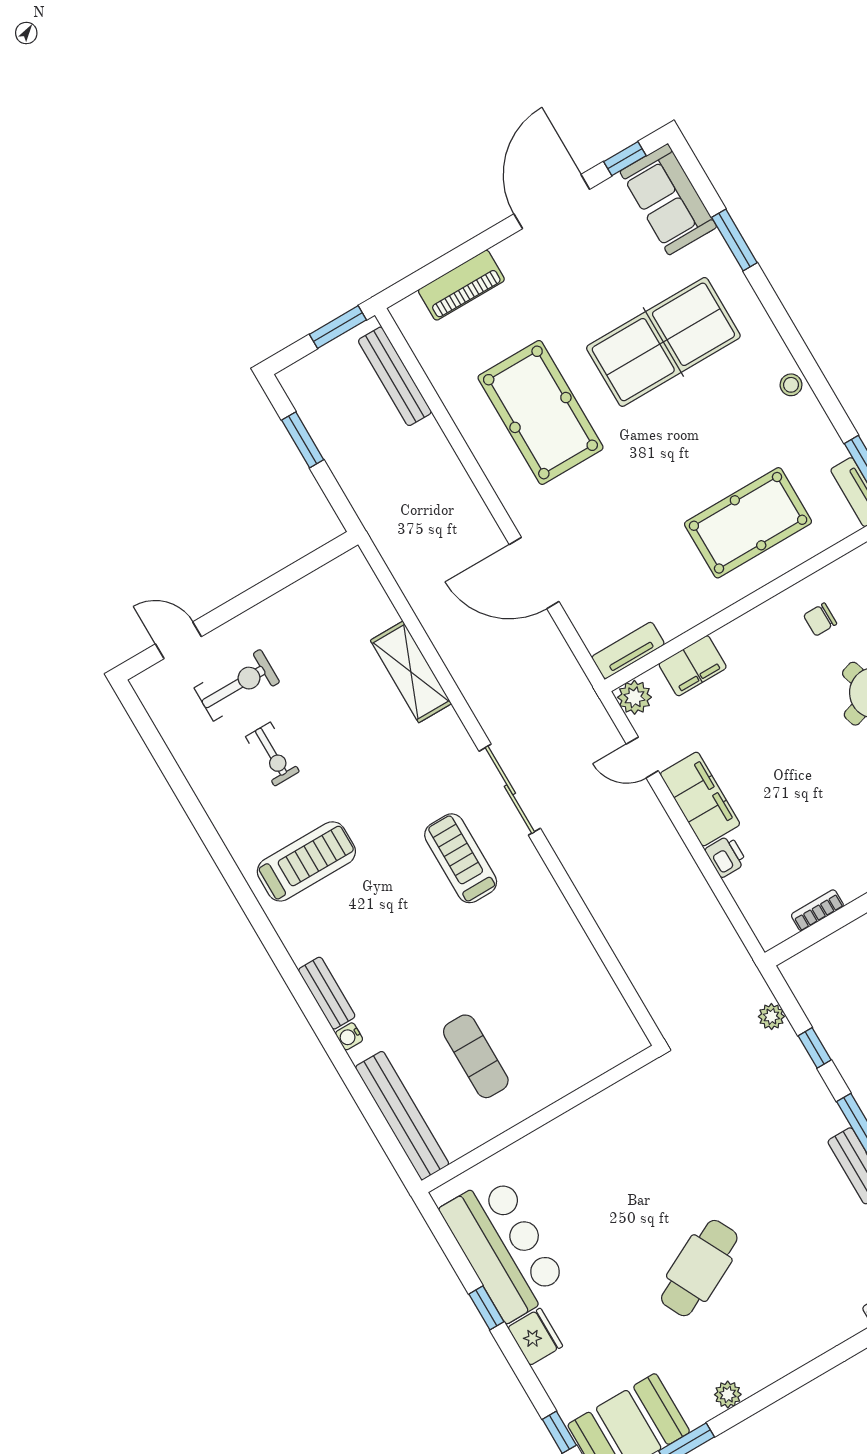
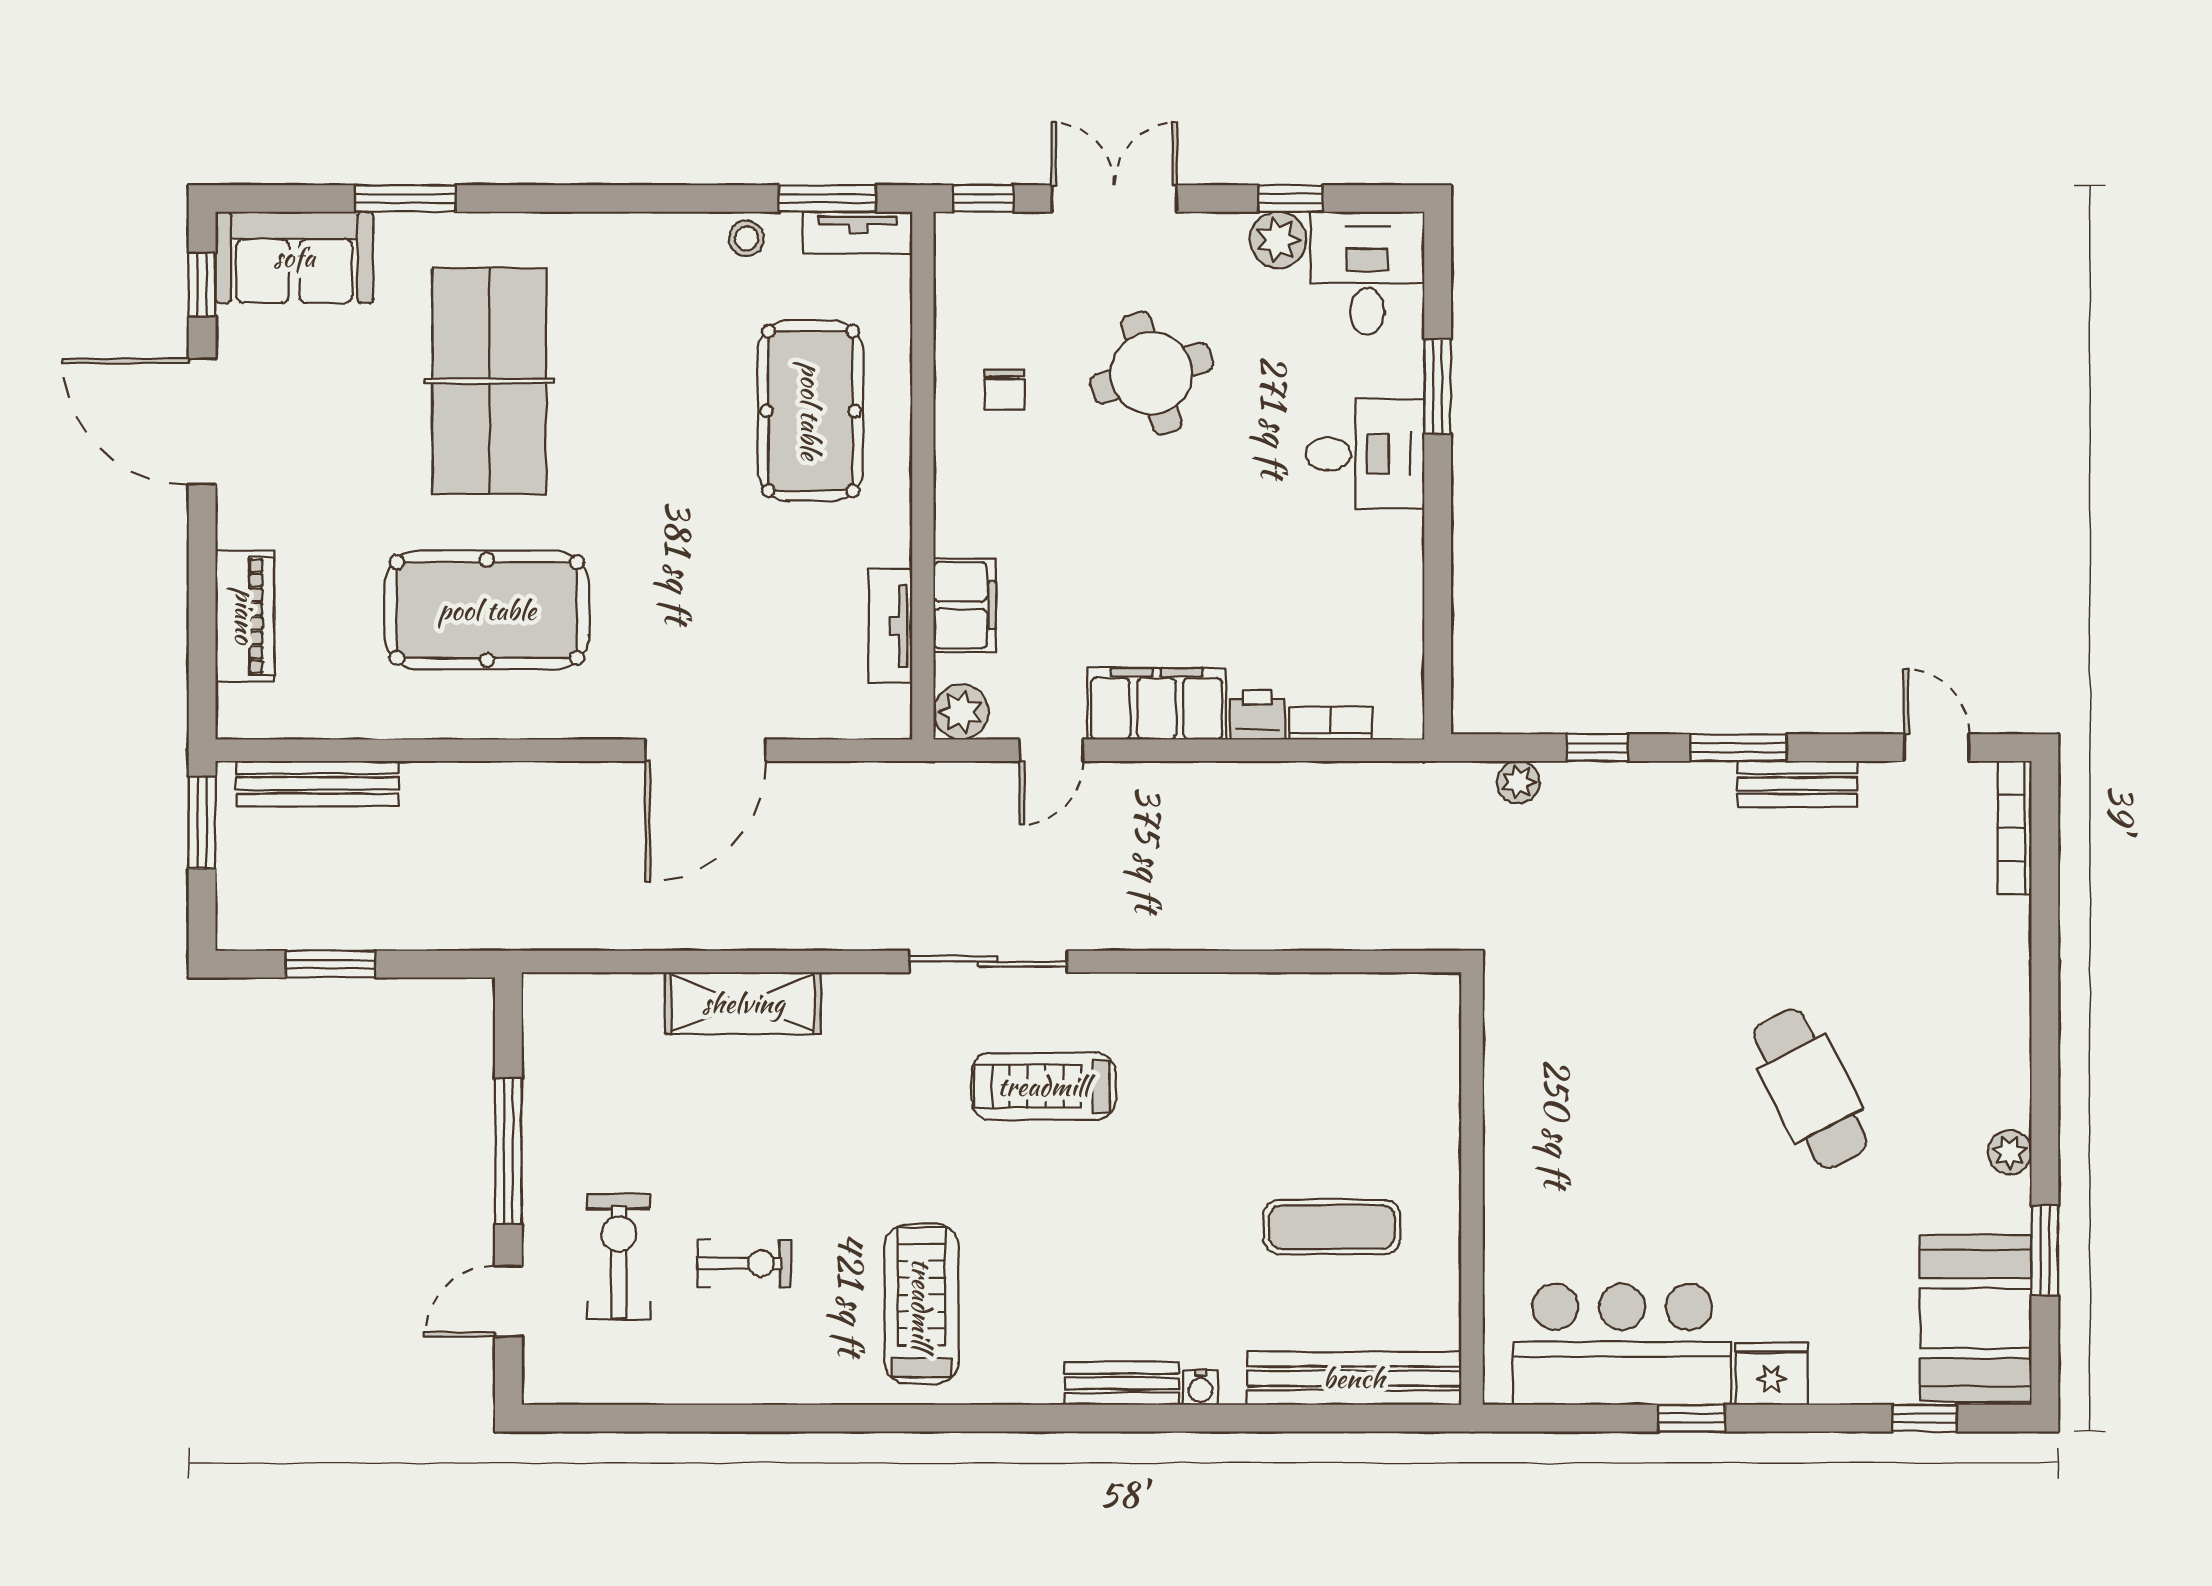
stool: (791, 385) -> (746, 238), moved
window: (259, 593) -> (508, 1151), added
tv unit: (628, 650) -> (891, 626), moved
bookcase: (817, 910) -> (1331, 723), moved, turned 90

